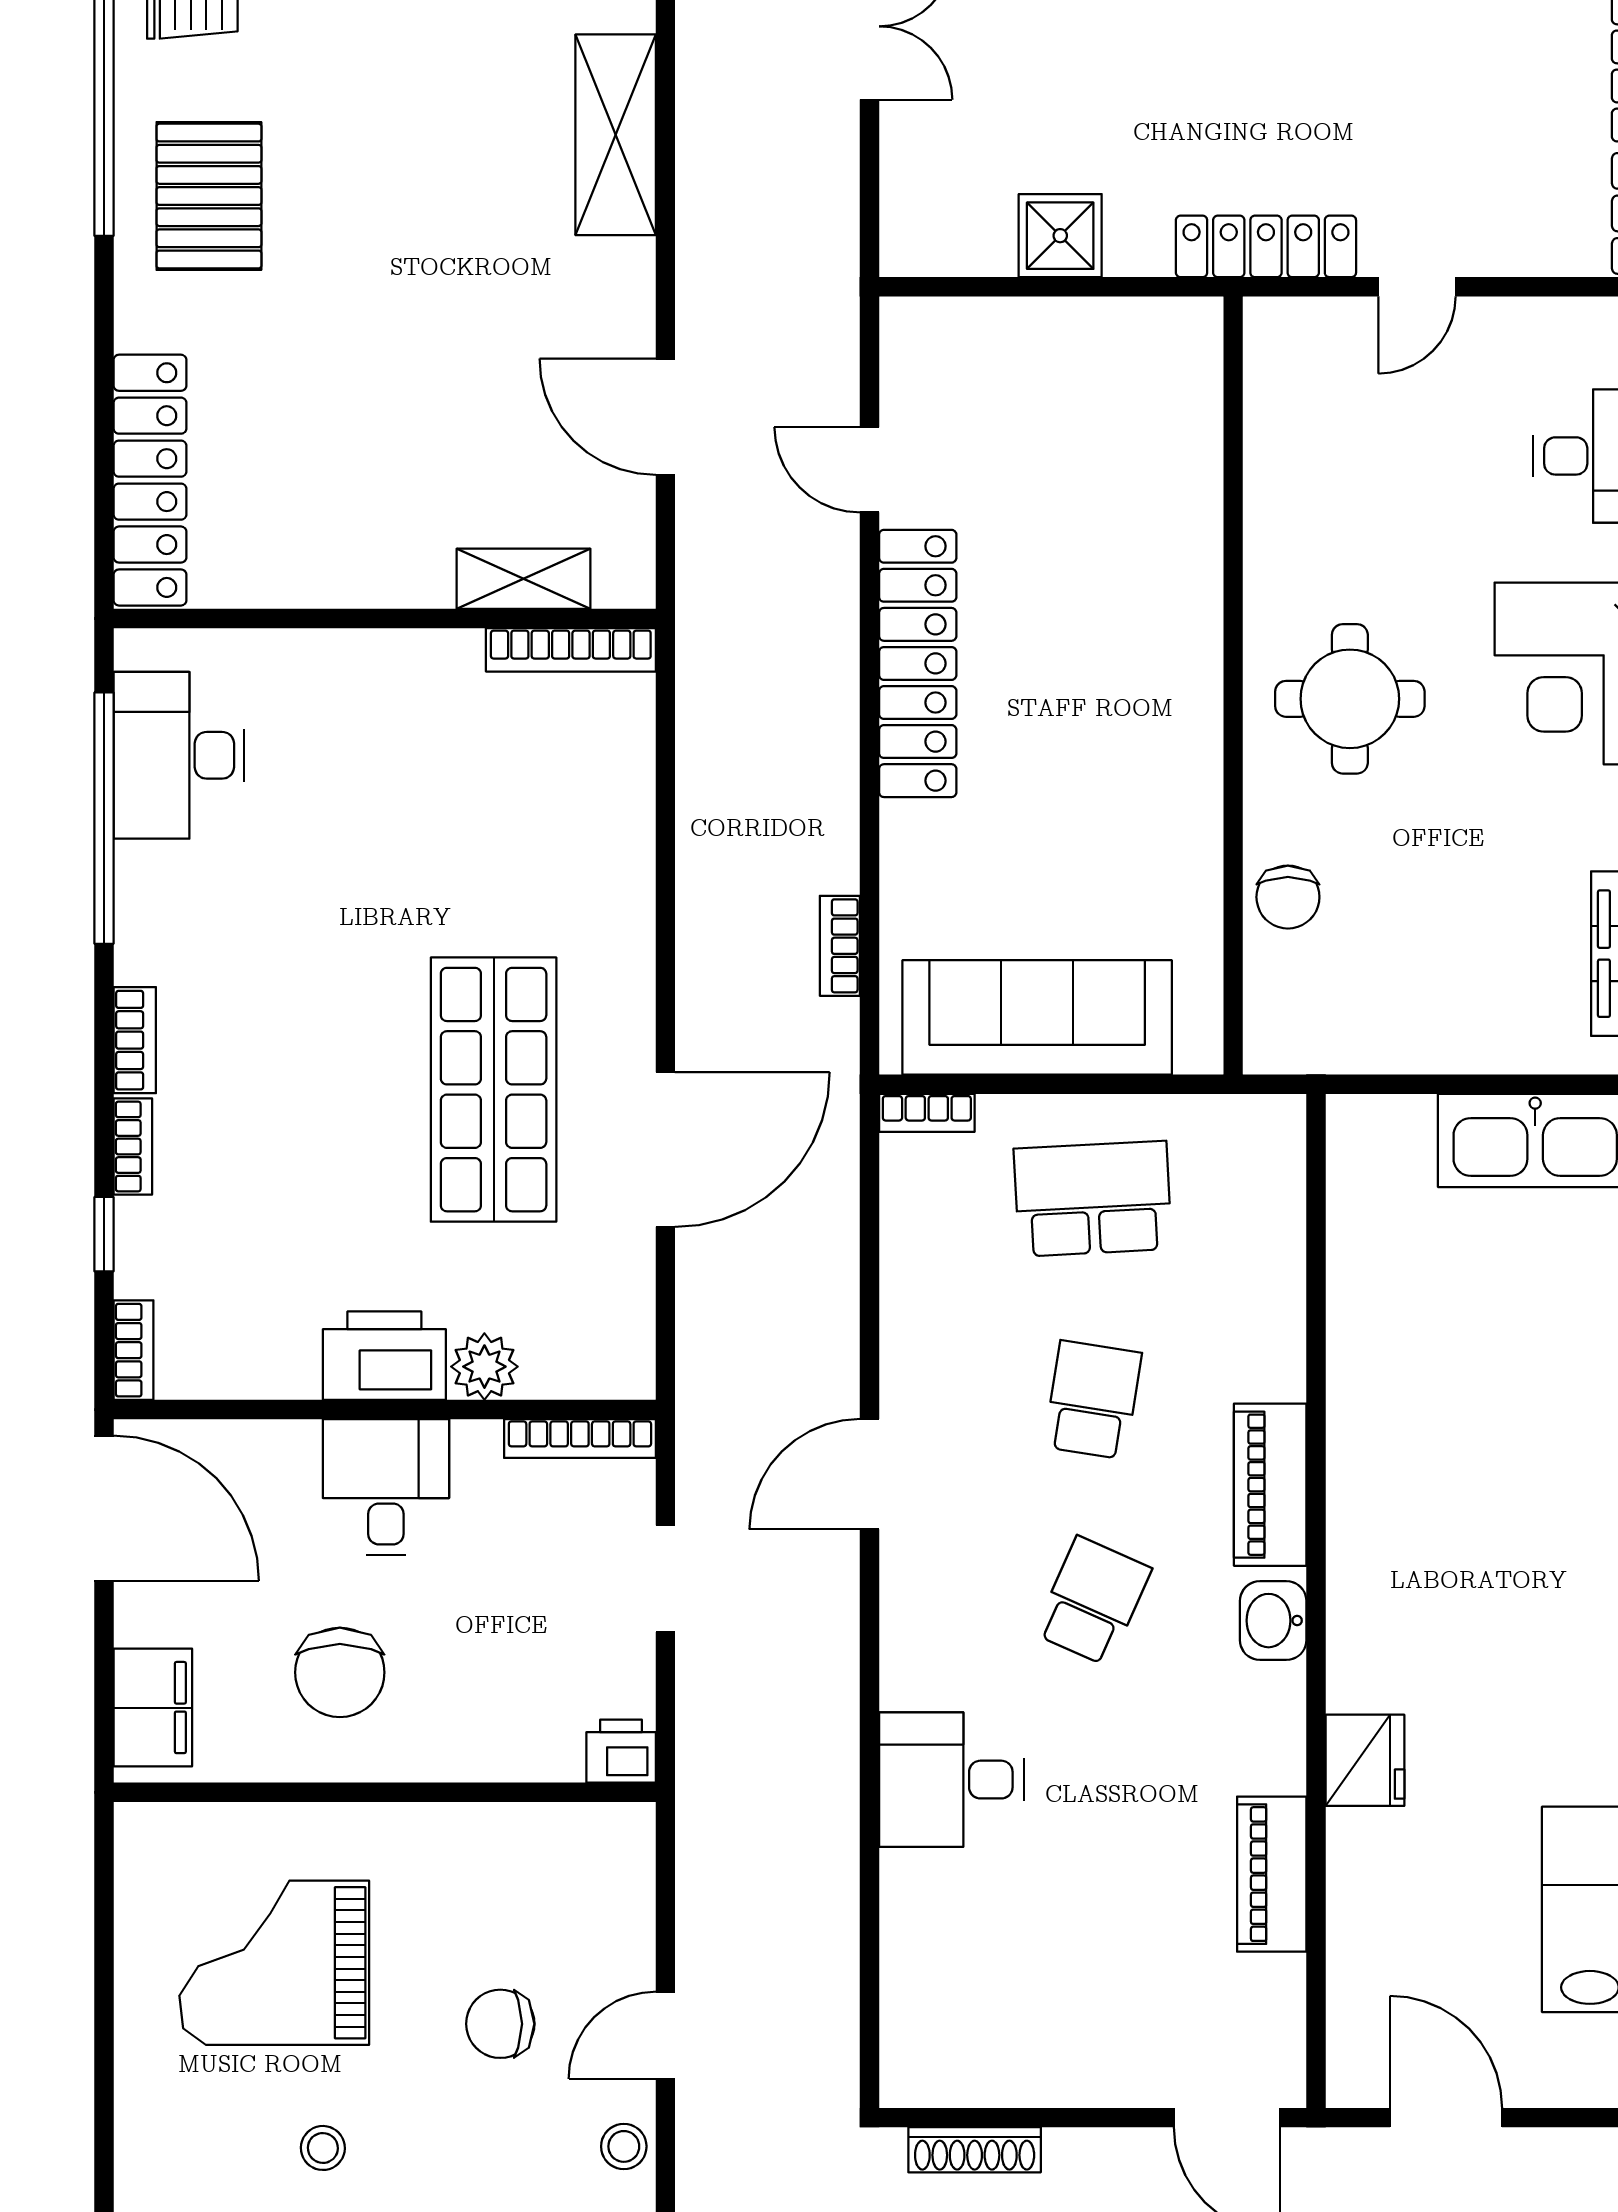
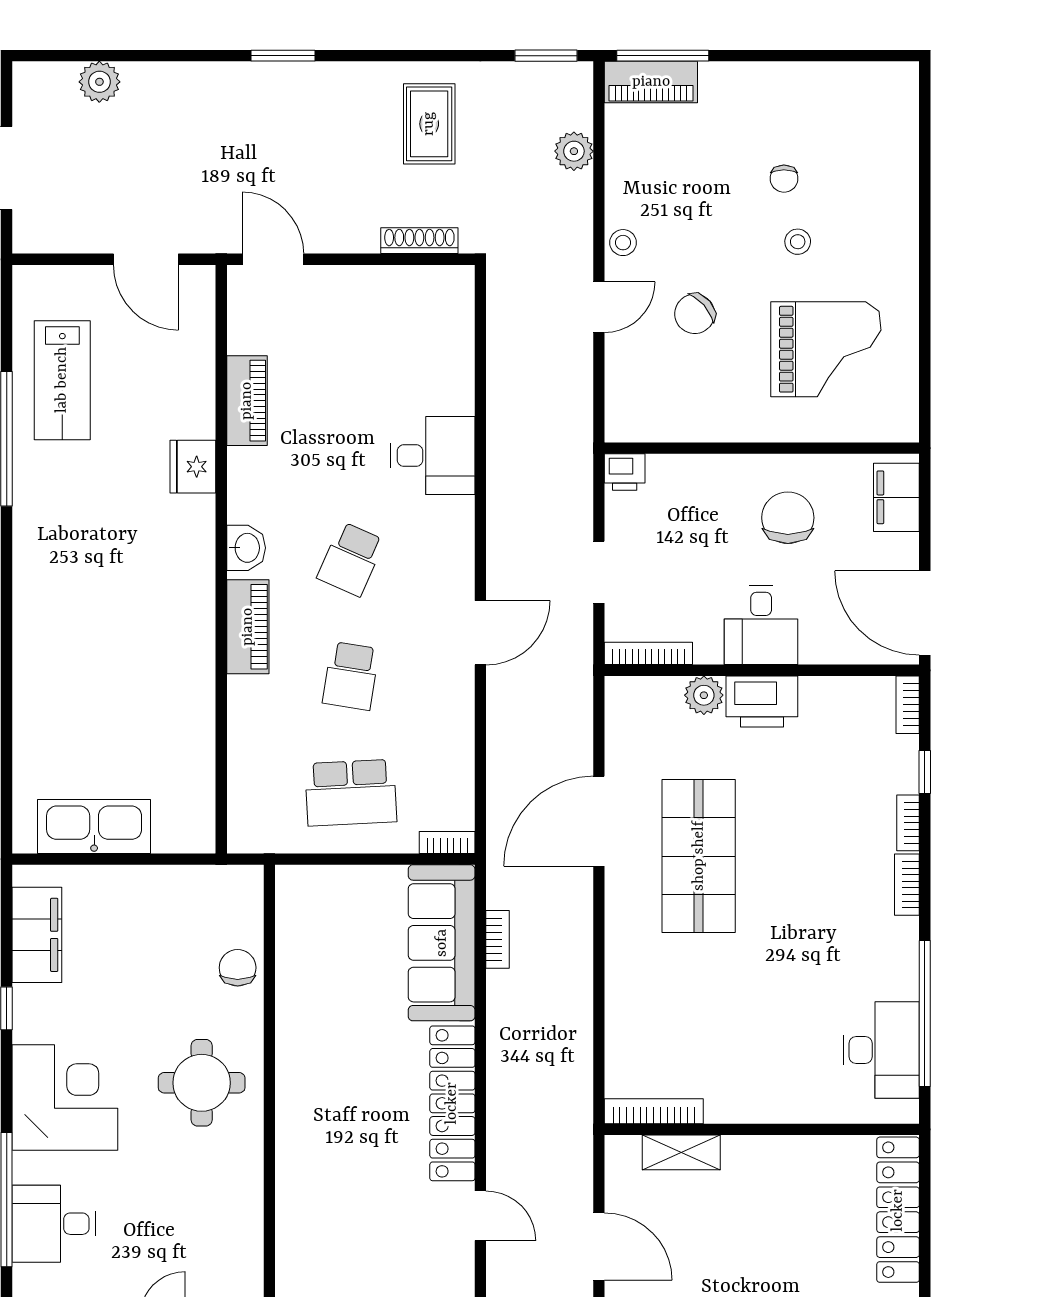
sofa: (1037, 1017) -> (442, 943), moved, turned 90
chair: (500, 2024) -> (695, 314), turned 139

